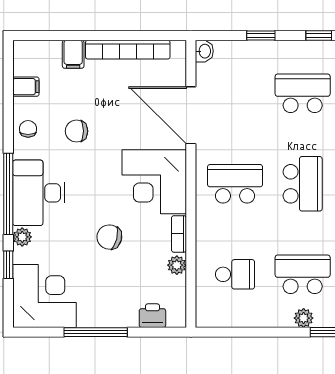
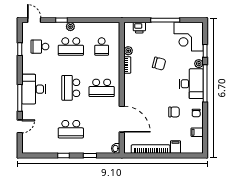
corner desk: (154, 182) -> (139, 89), removed
school desk: (235, 274) -> (102, 47), turned -90

